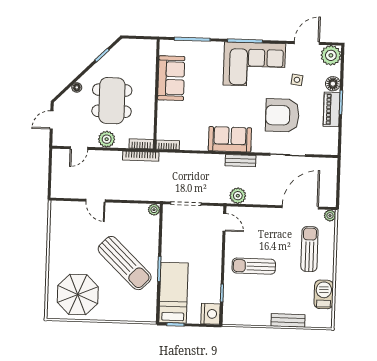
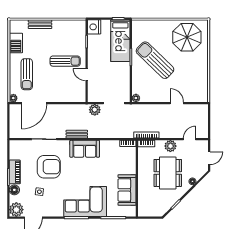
corner sofa: (254, 64) -> (85, 201), moved
plant: (238, 196) -> (95, 110), moved
door: (224, 222) -> (87, 75), moved

